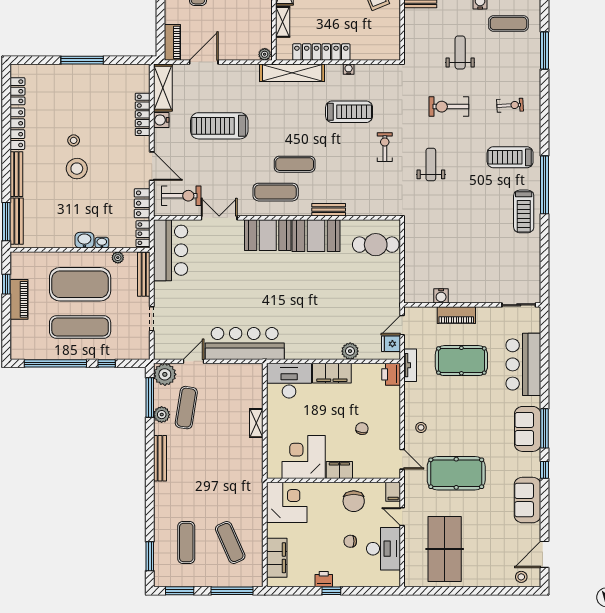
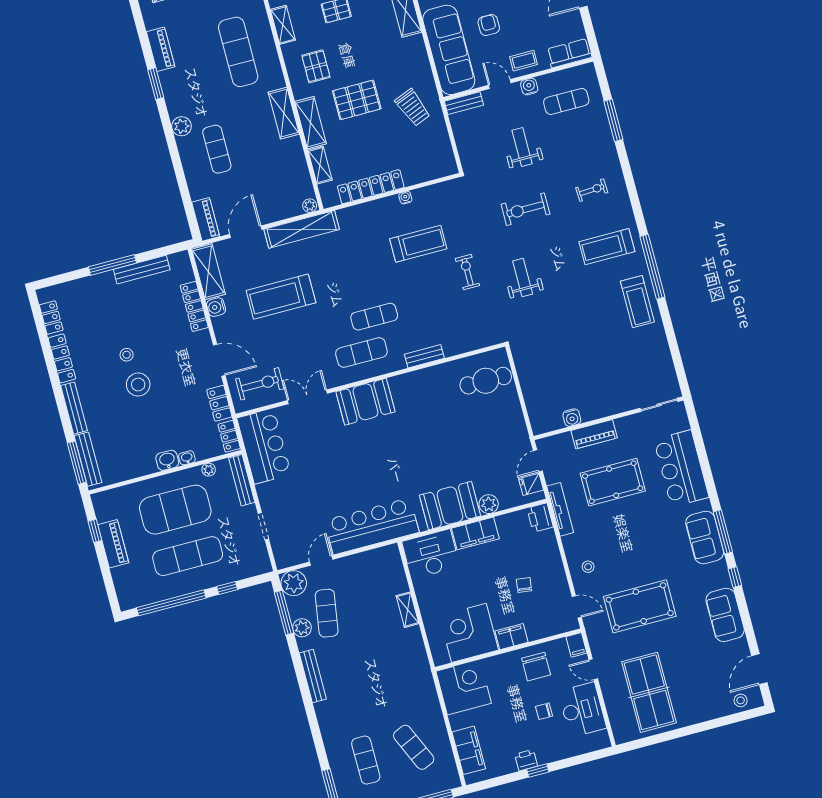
bench: (106, 71) -> (142, 270), added
shelving: (292, 73) -> (302, 229), moved
booth: (316, 236) -> (450, 506), moved
tv unit: (410, 365) -> (560, 509), width x1.41

